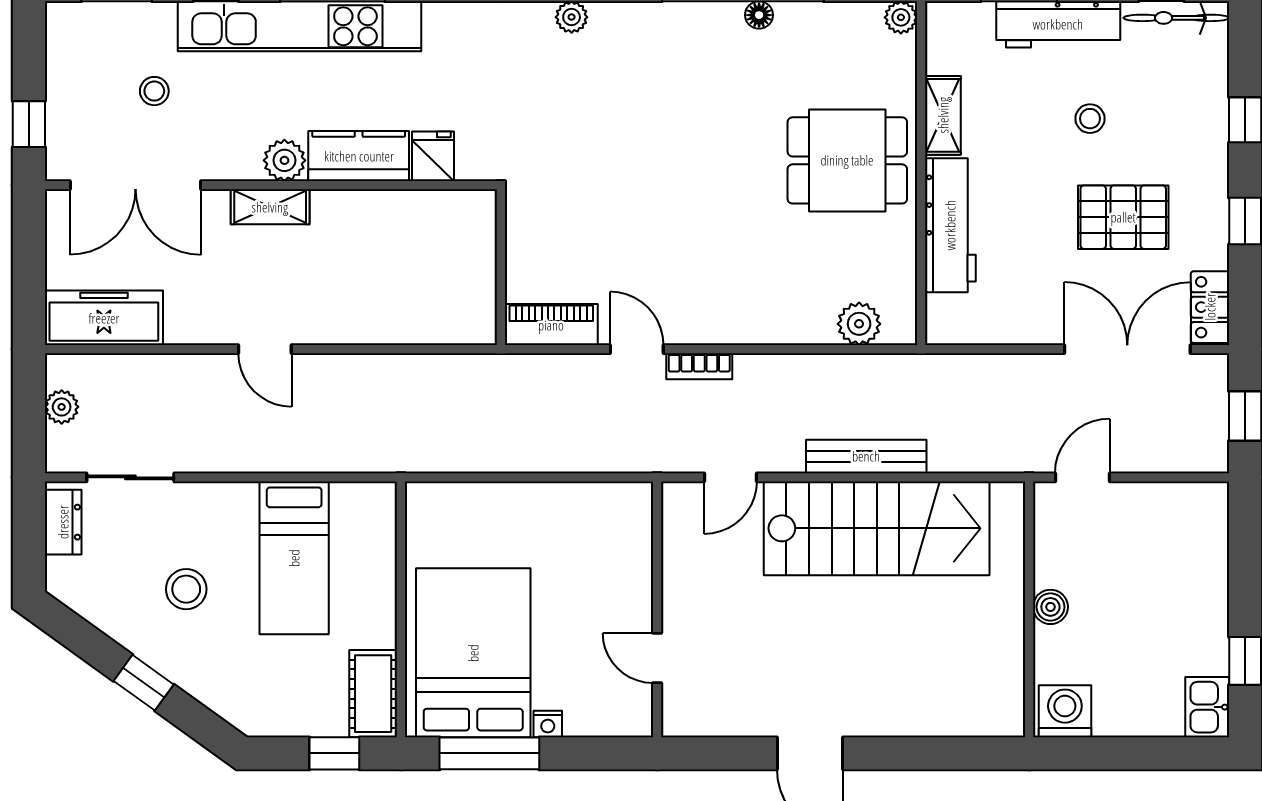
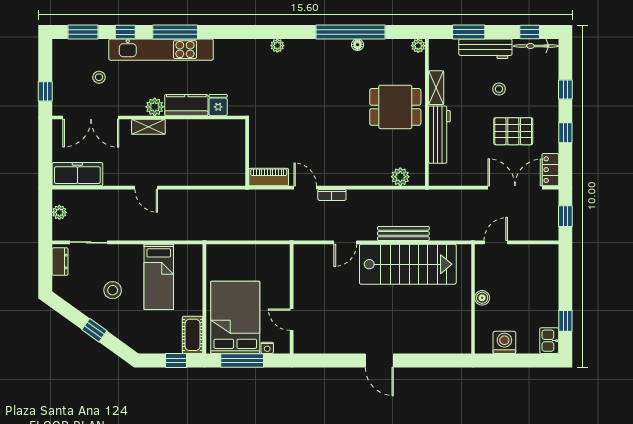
wall: (657, 609) -> (292, 299), moved
door: (657, 658) -> (292, 320), moved
washing machine: (1065, 711) -> (504, 342), moved

